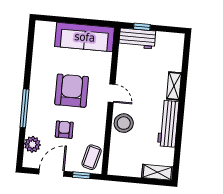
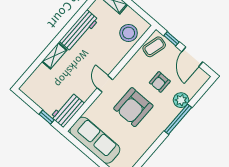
workbench: (137, 39) -> (68, 110), moved, turned -90
stool: (124, 123) -> (129, 33), moved
plant: (32, 144) -> (181, 100), moved
door: (52, 173) -> (192, 57), hinge flipped

